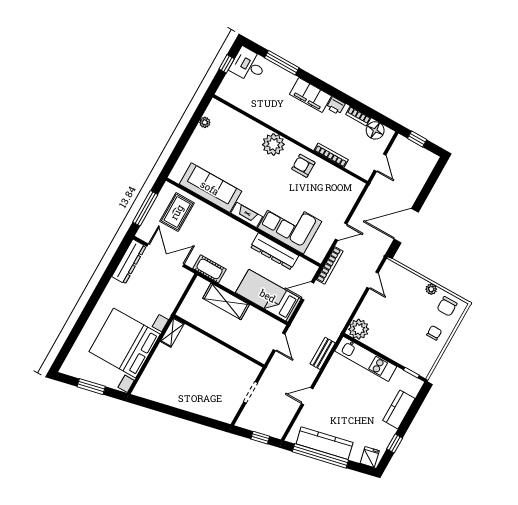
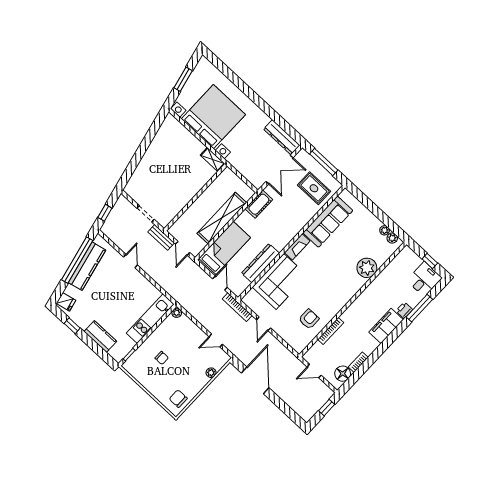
printer: (336, 106) -> (404, 310), moved
plant: (211, 112) -> (392, 238), added
plant: (273, 144) -> (367, 268), moved
armchair: (303, 166) -> (309, 319), moved
plant: (431, 289) -> (211, 373), moved
shelving: (226, 301) -> (222, 218), width x1.47
plant: (359, 329) -> (177, 313), width x0.53, depth x0.53
chair: (434, 333) -> (162, 358), moved
door: (279, 342) -> (183, 248), hinge flipped
bench: (323, 353) -> (161, 237), moved

